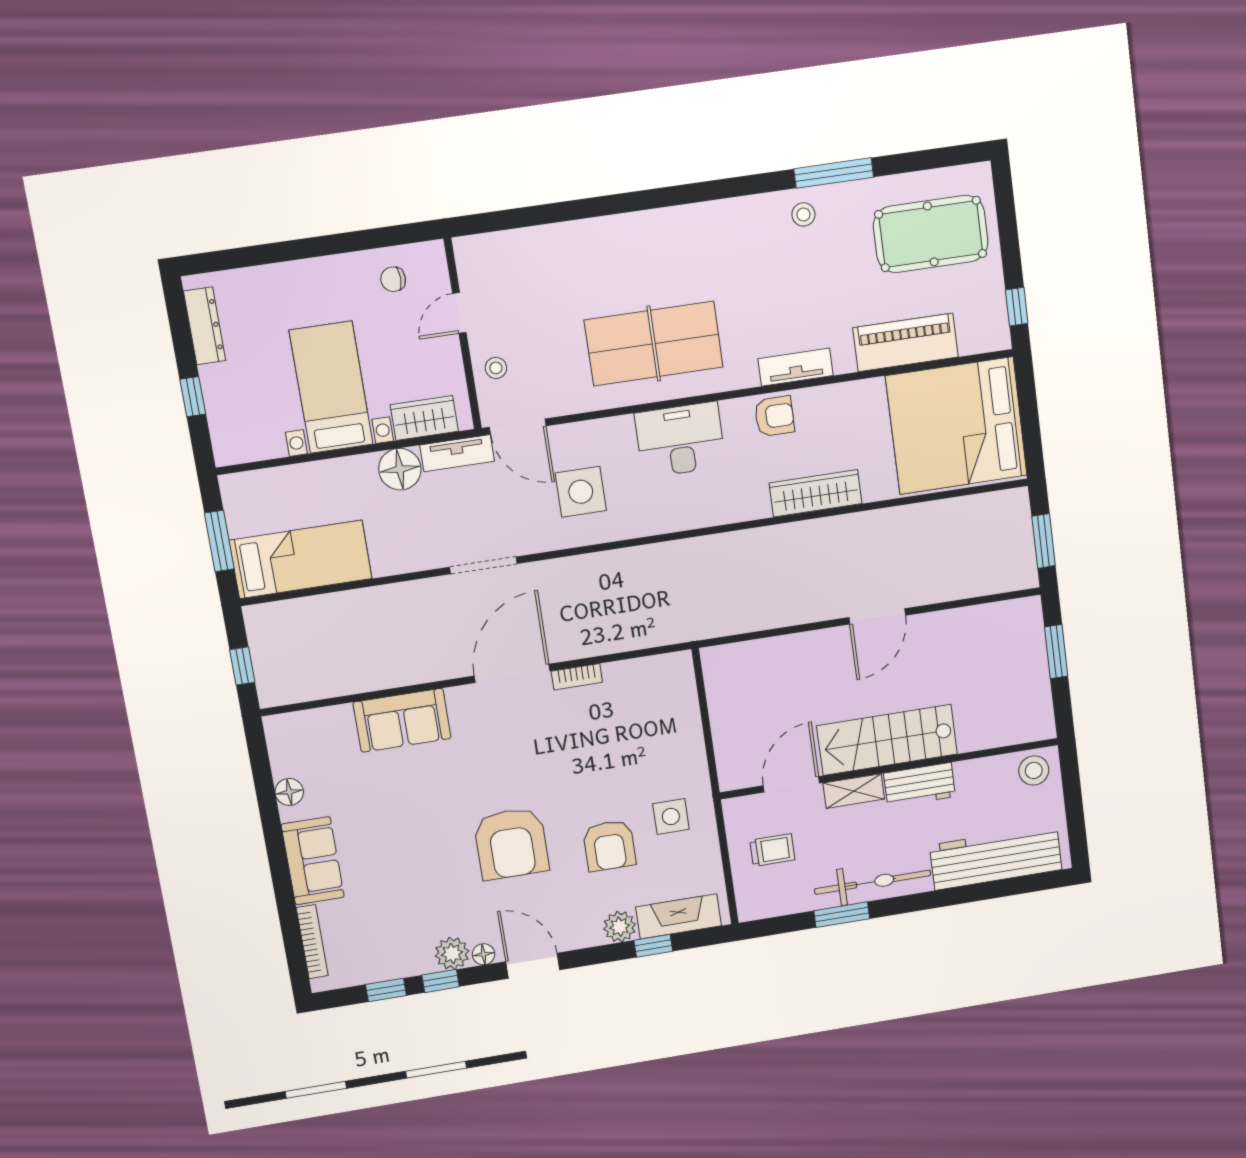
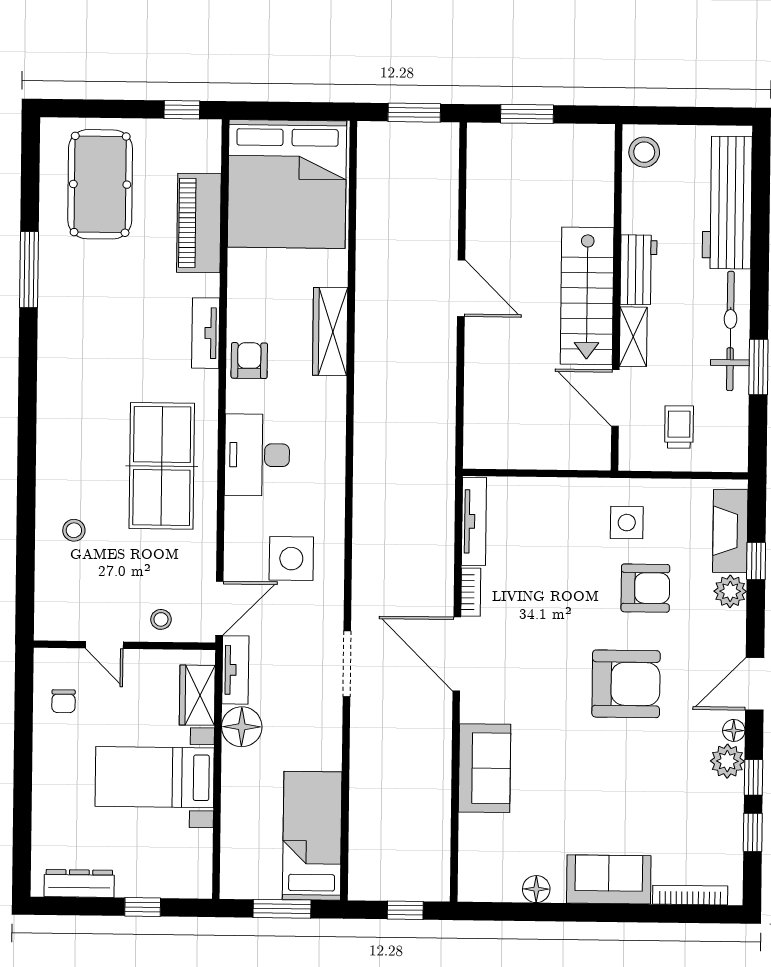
stool: (803, 215) -> (74, 530), moved
tv unit: (648, 668) -> (474, 521), added

